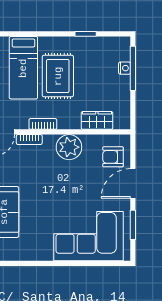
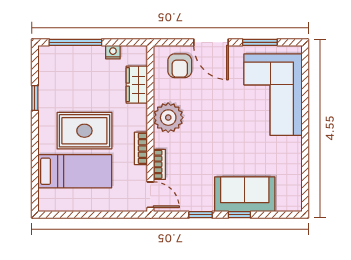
nightstand: (125, 68) -> (113, 52), moved

